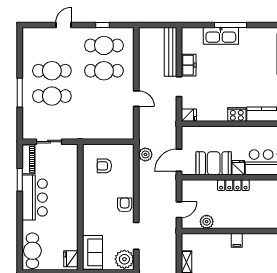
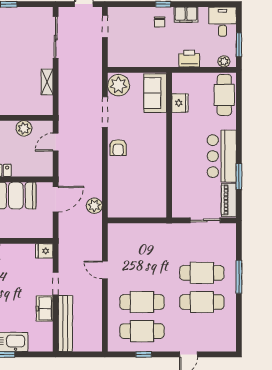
armchair: (104, 166) -> (142, 193), removed
fridge: (71, 259) -> (180, 103), moved

